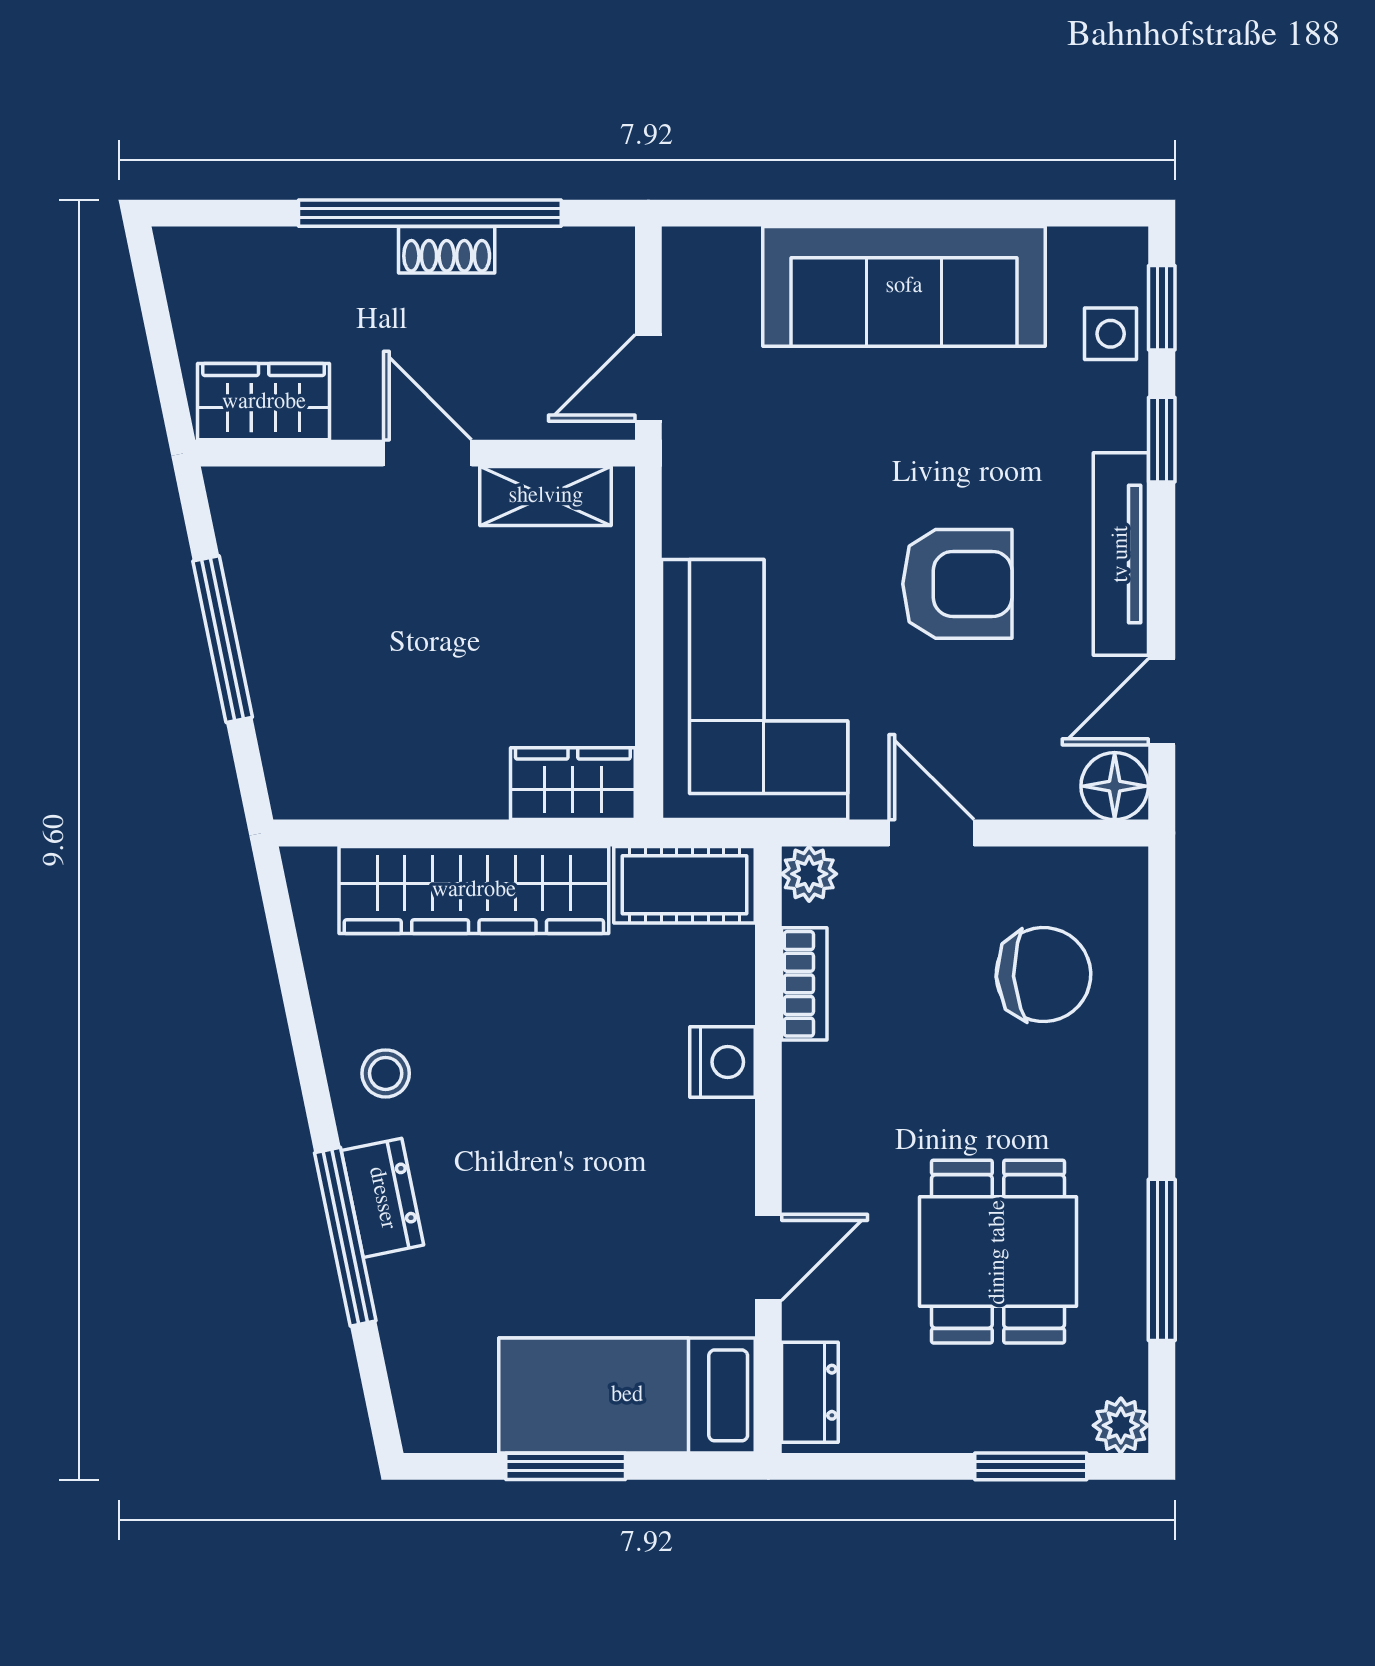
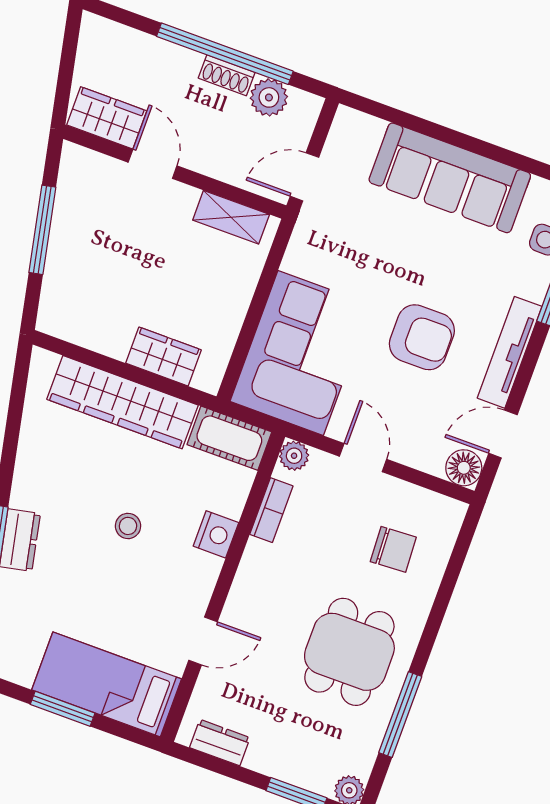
plant: (535, 262) -> (269, 97), added
door: (427, 453) -> (153, 164), moved
wardrobe: (573, 784) -> (164, 357), moved
chair: (1043, 975) -> (393, 549), width x0.73, depth x0.73
stool: (386, 1073) -> (128, 526), moved
dining table: (998, 1252) -> (349, 652), moved
dresser: (810, 1392) -> (220, 743), moved, turned -90

